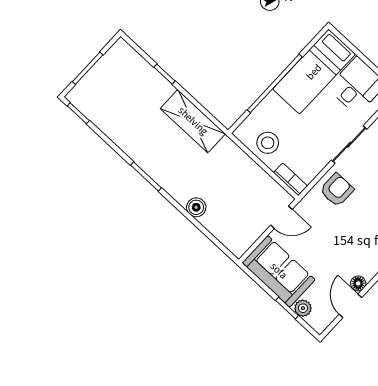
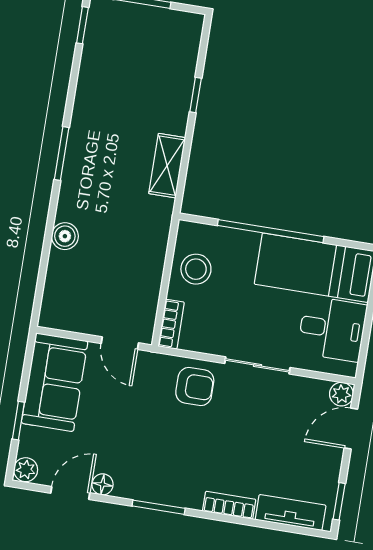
shelving: (193, 121) -> (167, 166), width x0.67, depth x0.75
plant: (303, 308) -> (26, 470), moved

